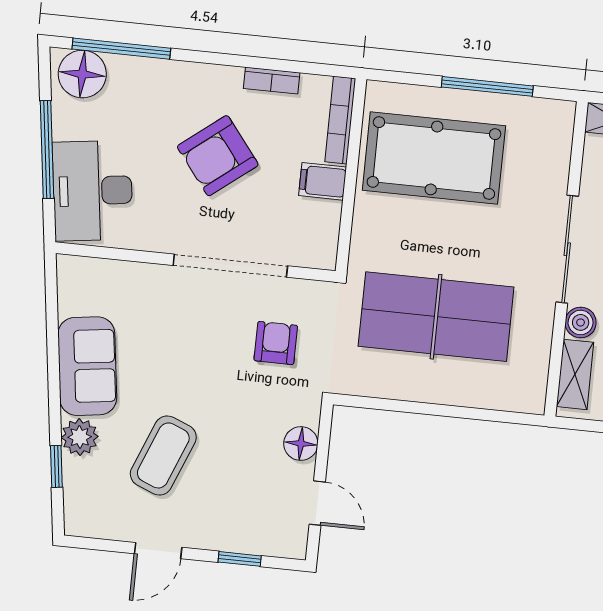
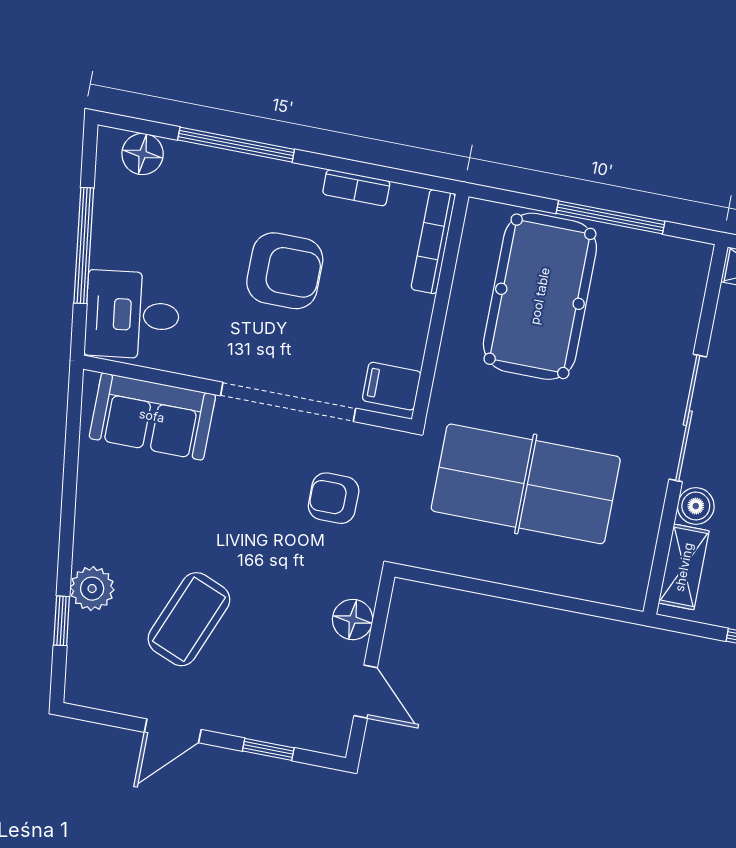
window: (121, 49) -> (236, 145), moved
floor lamp: (82, 74) -> (143, 154), width x0.73, depth x0.73
armchair: (218, 156) -> (285, 271), turned -142
pool table: (434, 158) -> (540, 296), turned 90
filing cabinet: (323, 181) -> (392, 386), moved
desk: (93, 191) -> (132, 315), width x0.73
armchair: (276, 343) -> (334, 498), turned -90
sofa: (87, 366) -> (152, 416), moved, turned 98

